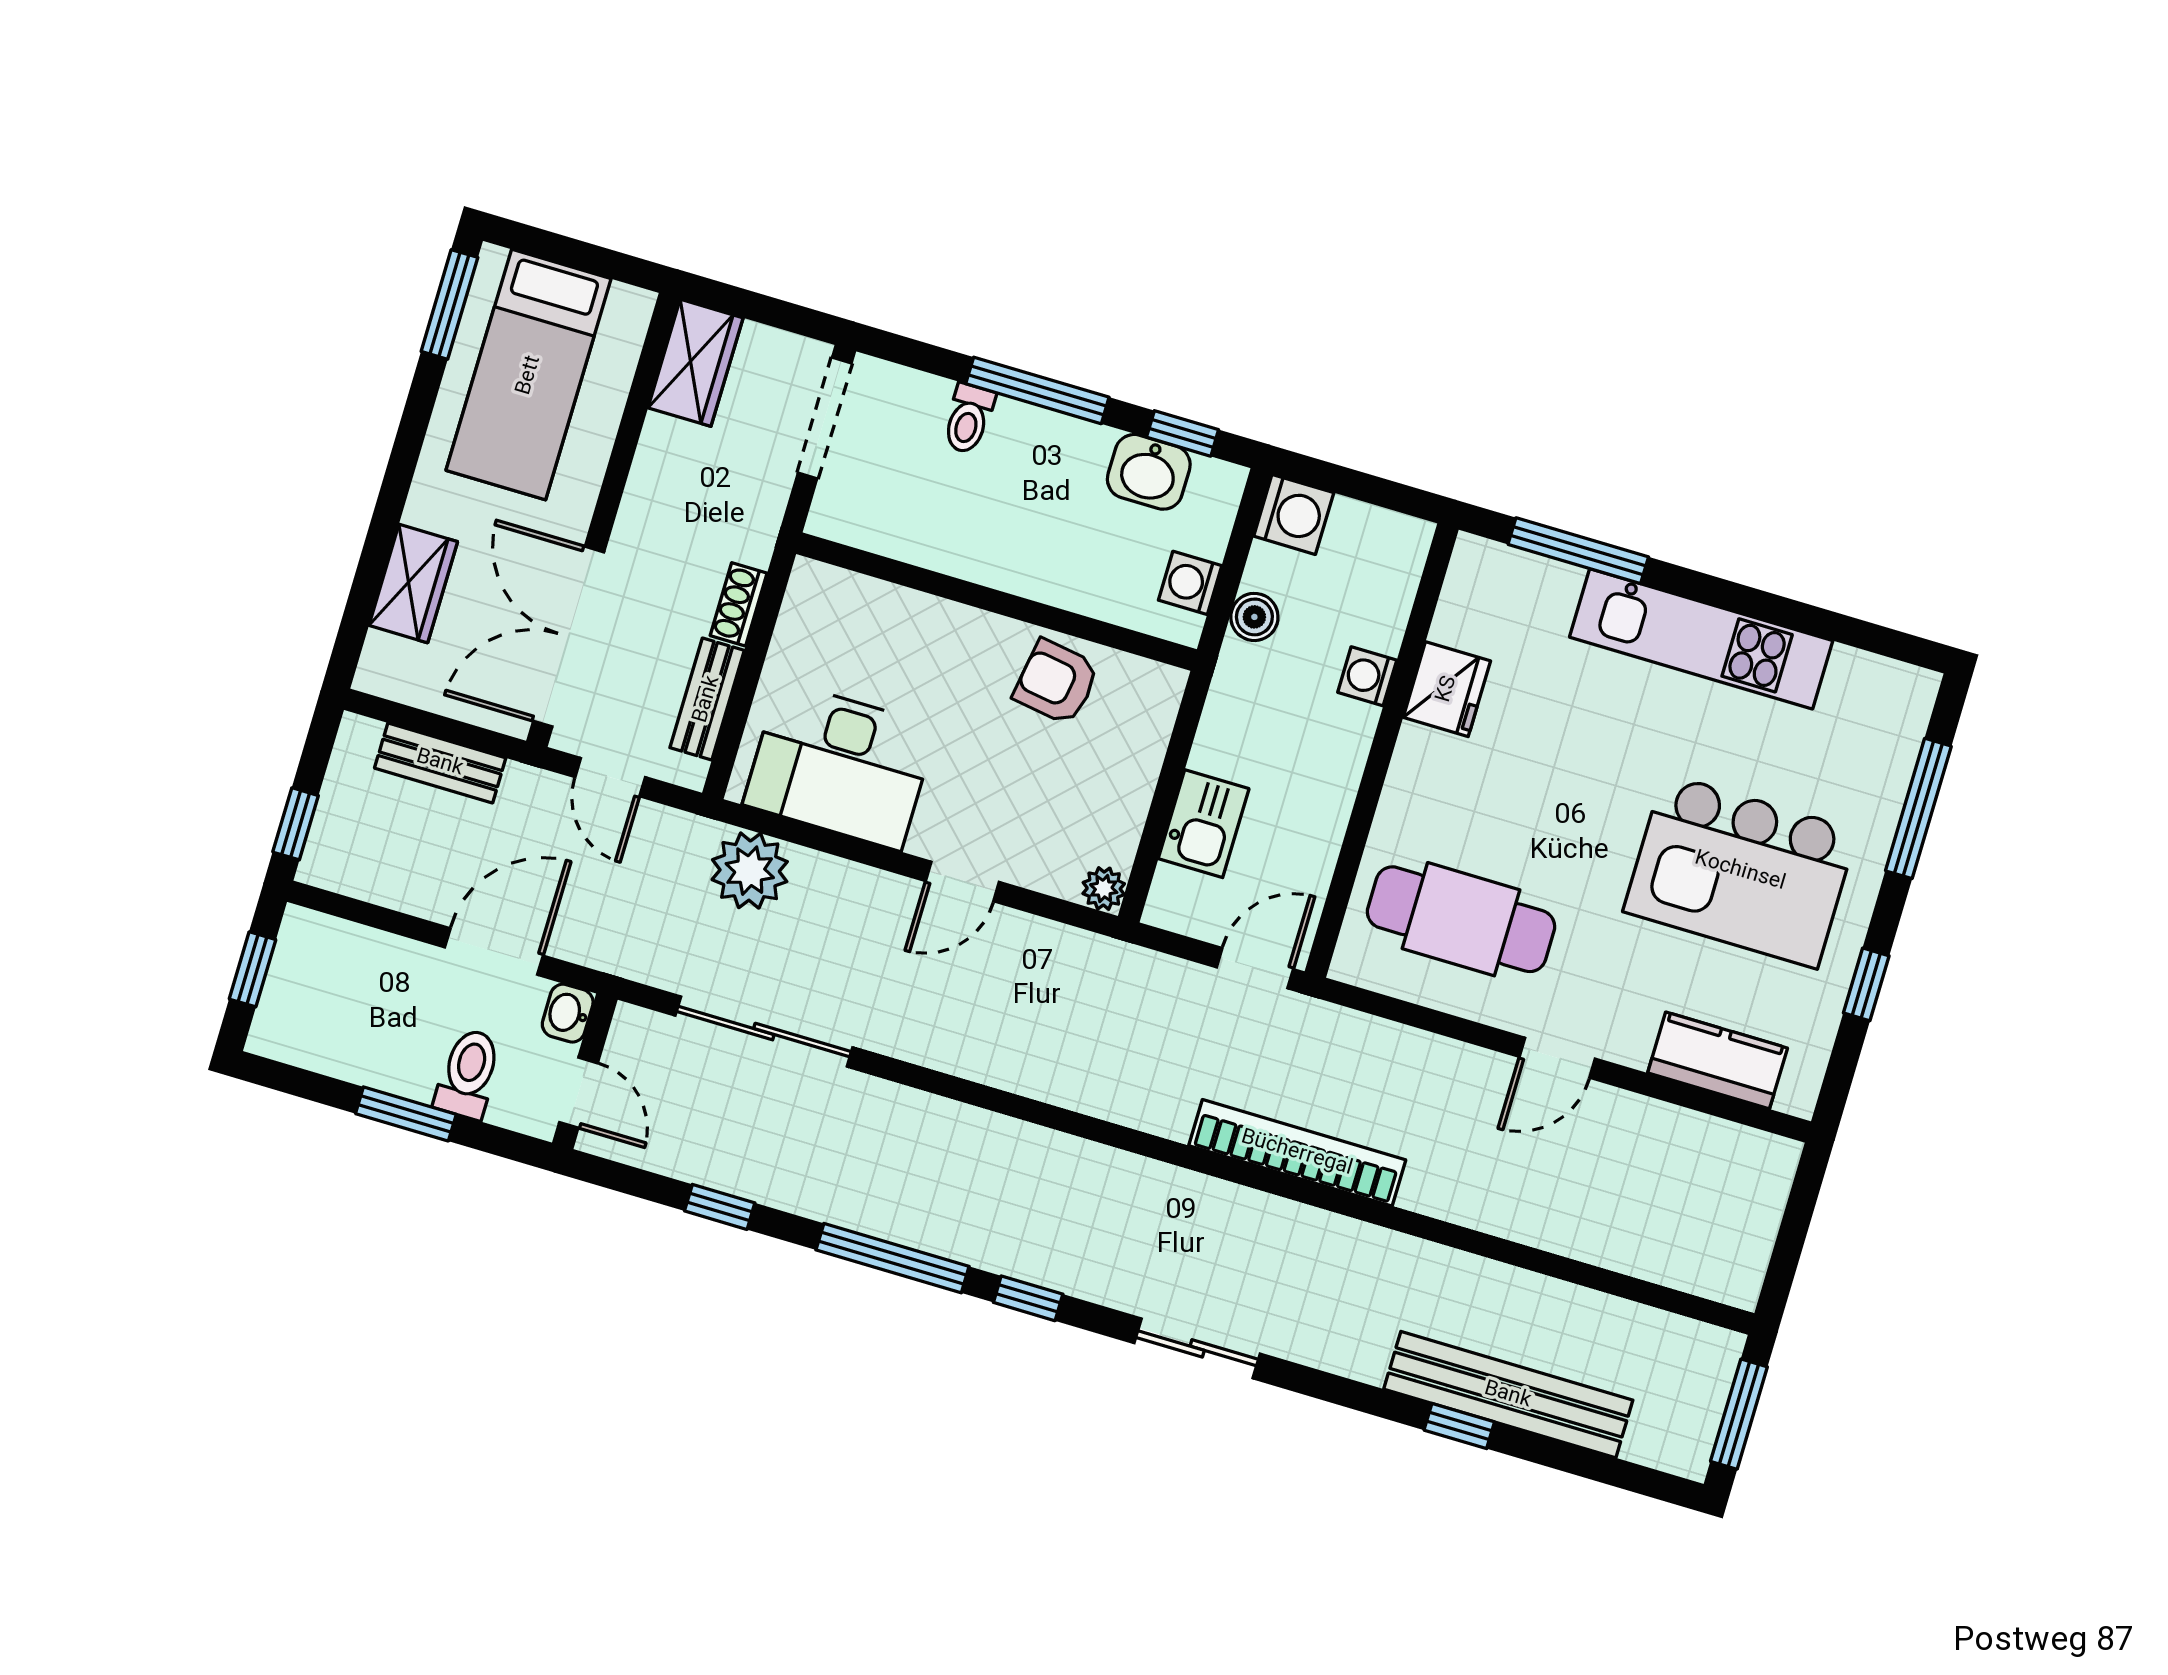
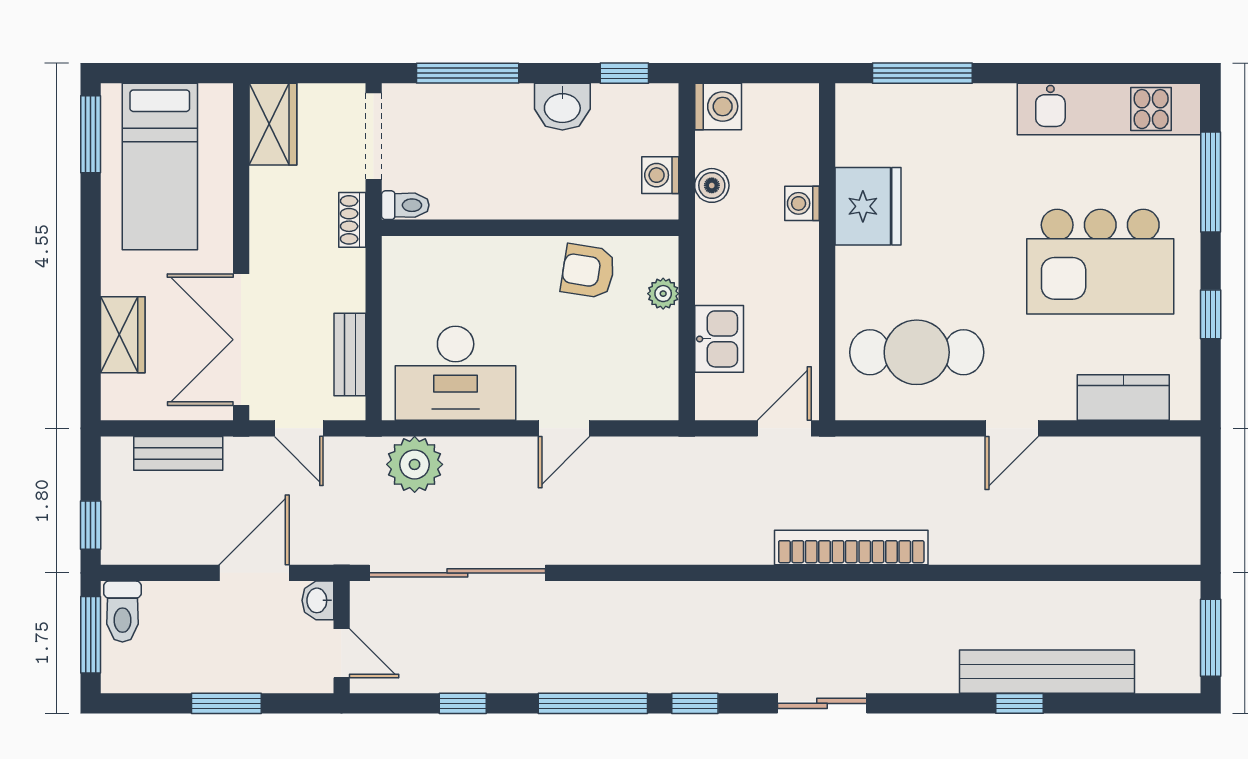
window: (1037, 390) -> (468, 73), moved
toilet: (968, 419) -> (405, 205), moved, turned -90
washbasin: (1149, 472) -> (562, 107), moved
shoe rack: (739, 604) -> (352, 220), moved
kitchen unit: (1701, 639) -> (1109, 109), moved
fridge: (1447, 689) -> (868, 206), width x1.36, depth x1.34
plant: (1104, 889) -> (663, 294), moved
window: (253, 969) -> (91, 635), width x1.50
sliding door: (764, 1032) -> (457, 573), width x1.36
toilet: (468, 1074) -> (122, 612), moved, turned 180

